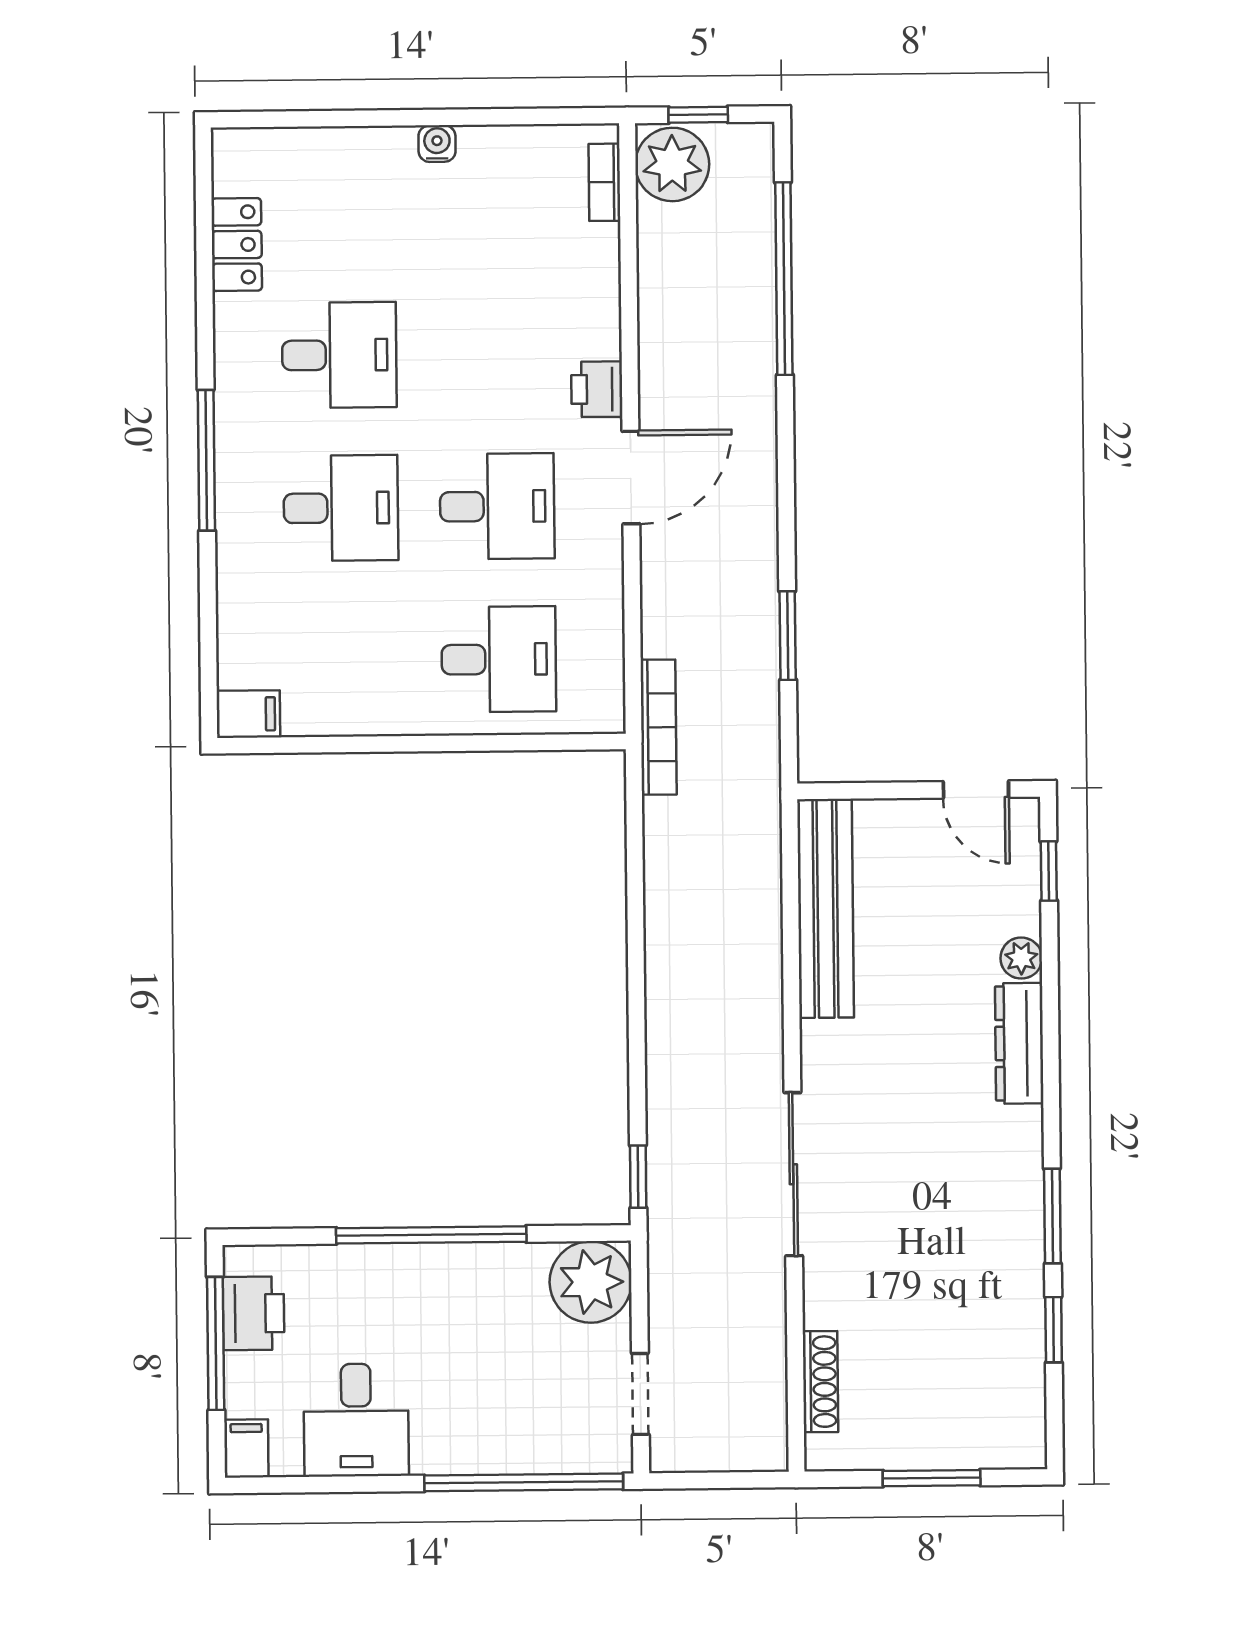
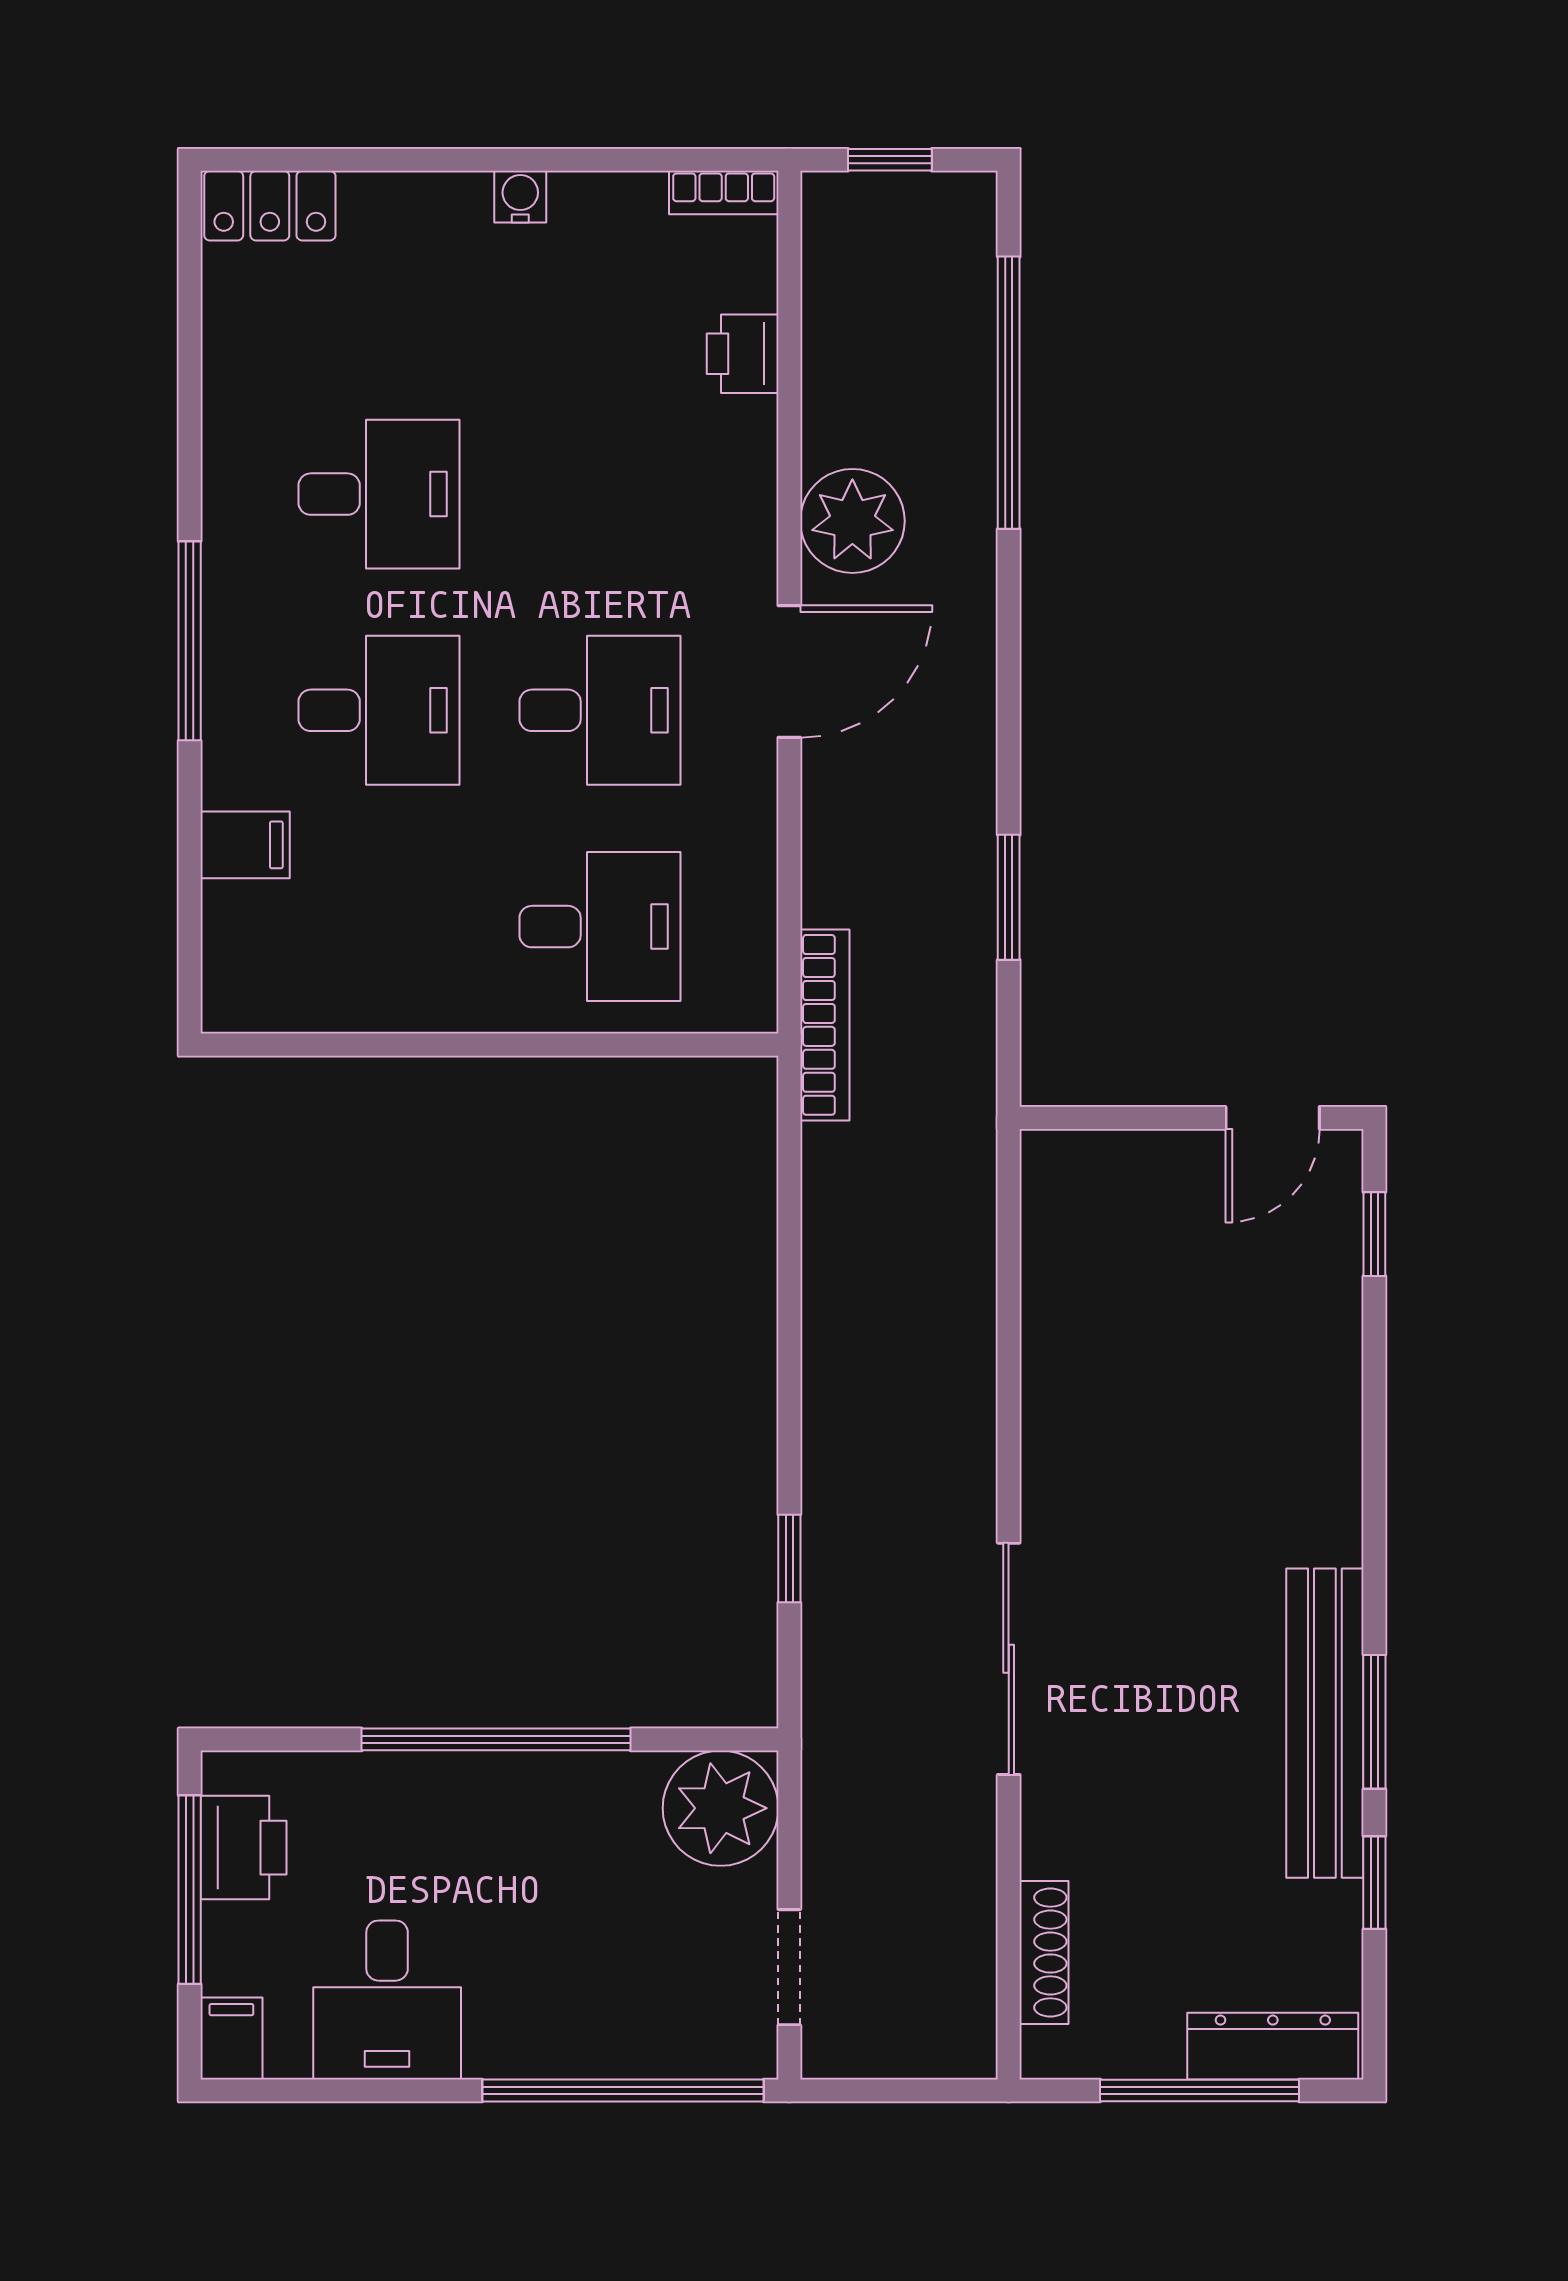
plant: (672, 164) -> (852, 521), moved
bookcase: (604, 182) -> (724, 193), moved, turned -90
locker: (237, 245) -> (270, 206), moved, turned 90
printer: (597, 389) -> (743, 354), moved
filing cabinet: (248, 714) -> (245, 845), moved
door: (976, 790) -> (1273, 1118), hinge flipped
bench: (826, 908) -> (1325, 1723), moved
plant: (1021, 958) -> (1334, 1357), removed
dresser: (1019, 1043) -> (1273, 2046), moved, turned 90
window: (638, 1177) -> (789, 1558), moved
window: (932, 1478) -> (1200, 2090), width x1.44

